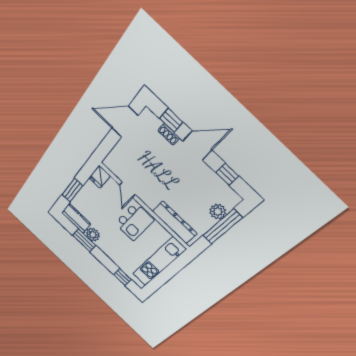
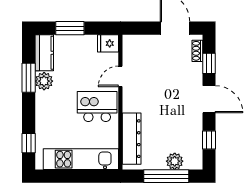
shoe rack: (169, 134) -> (197, 51), moved
kitchen island: (134, 222) -> (97, 106), turned 180

